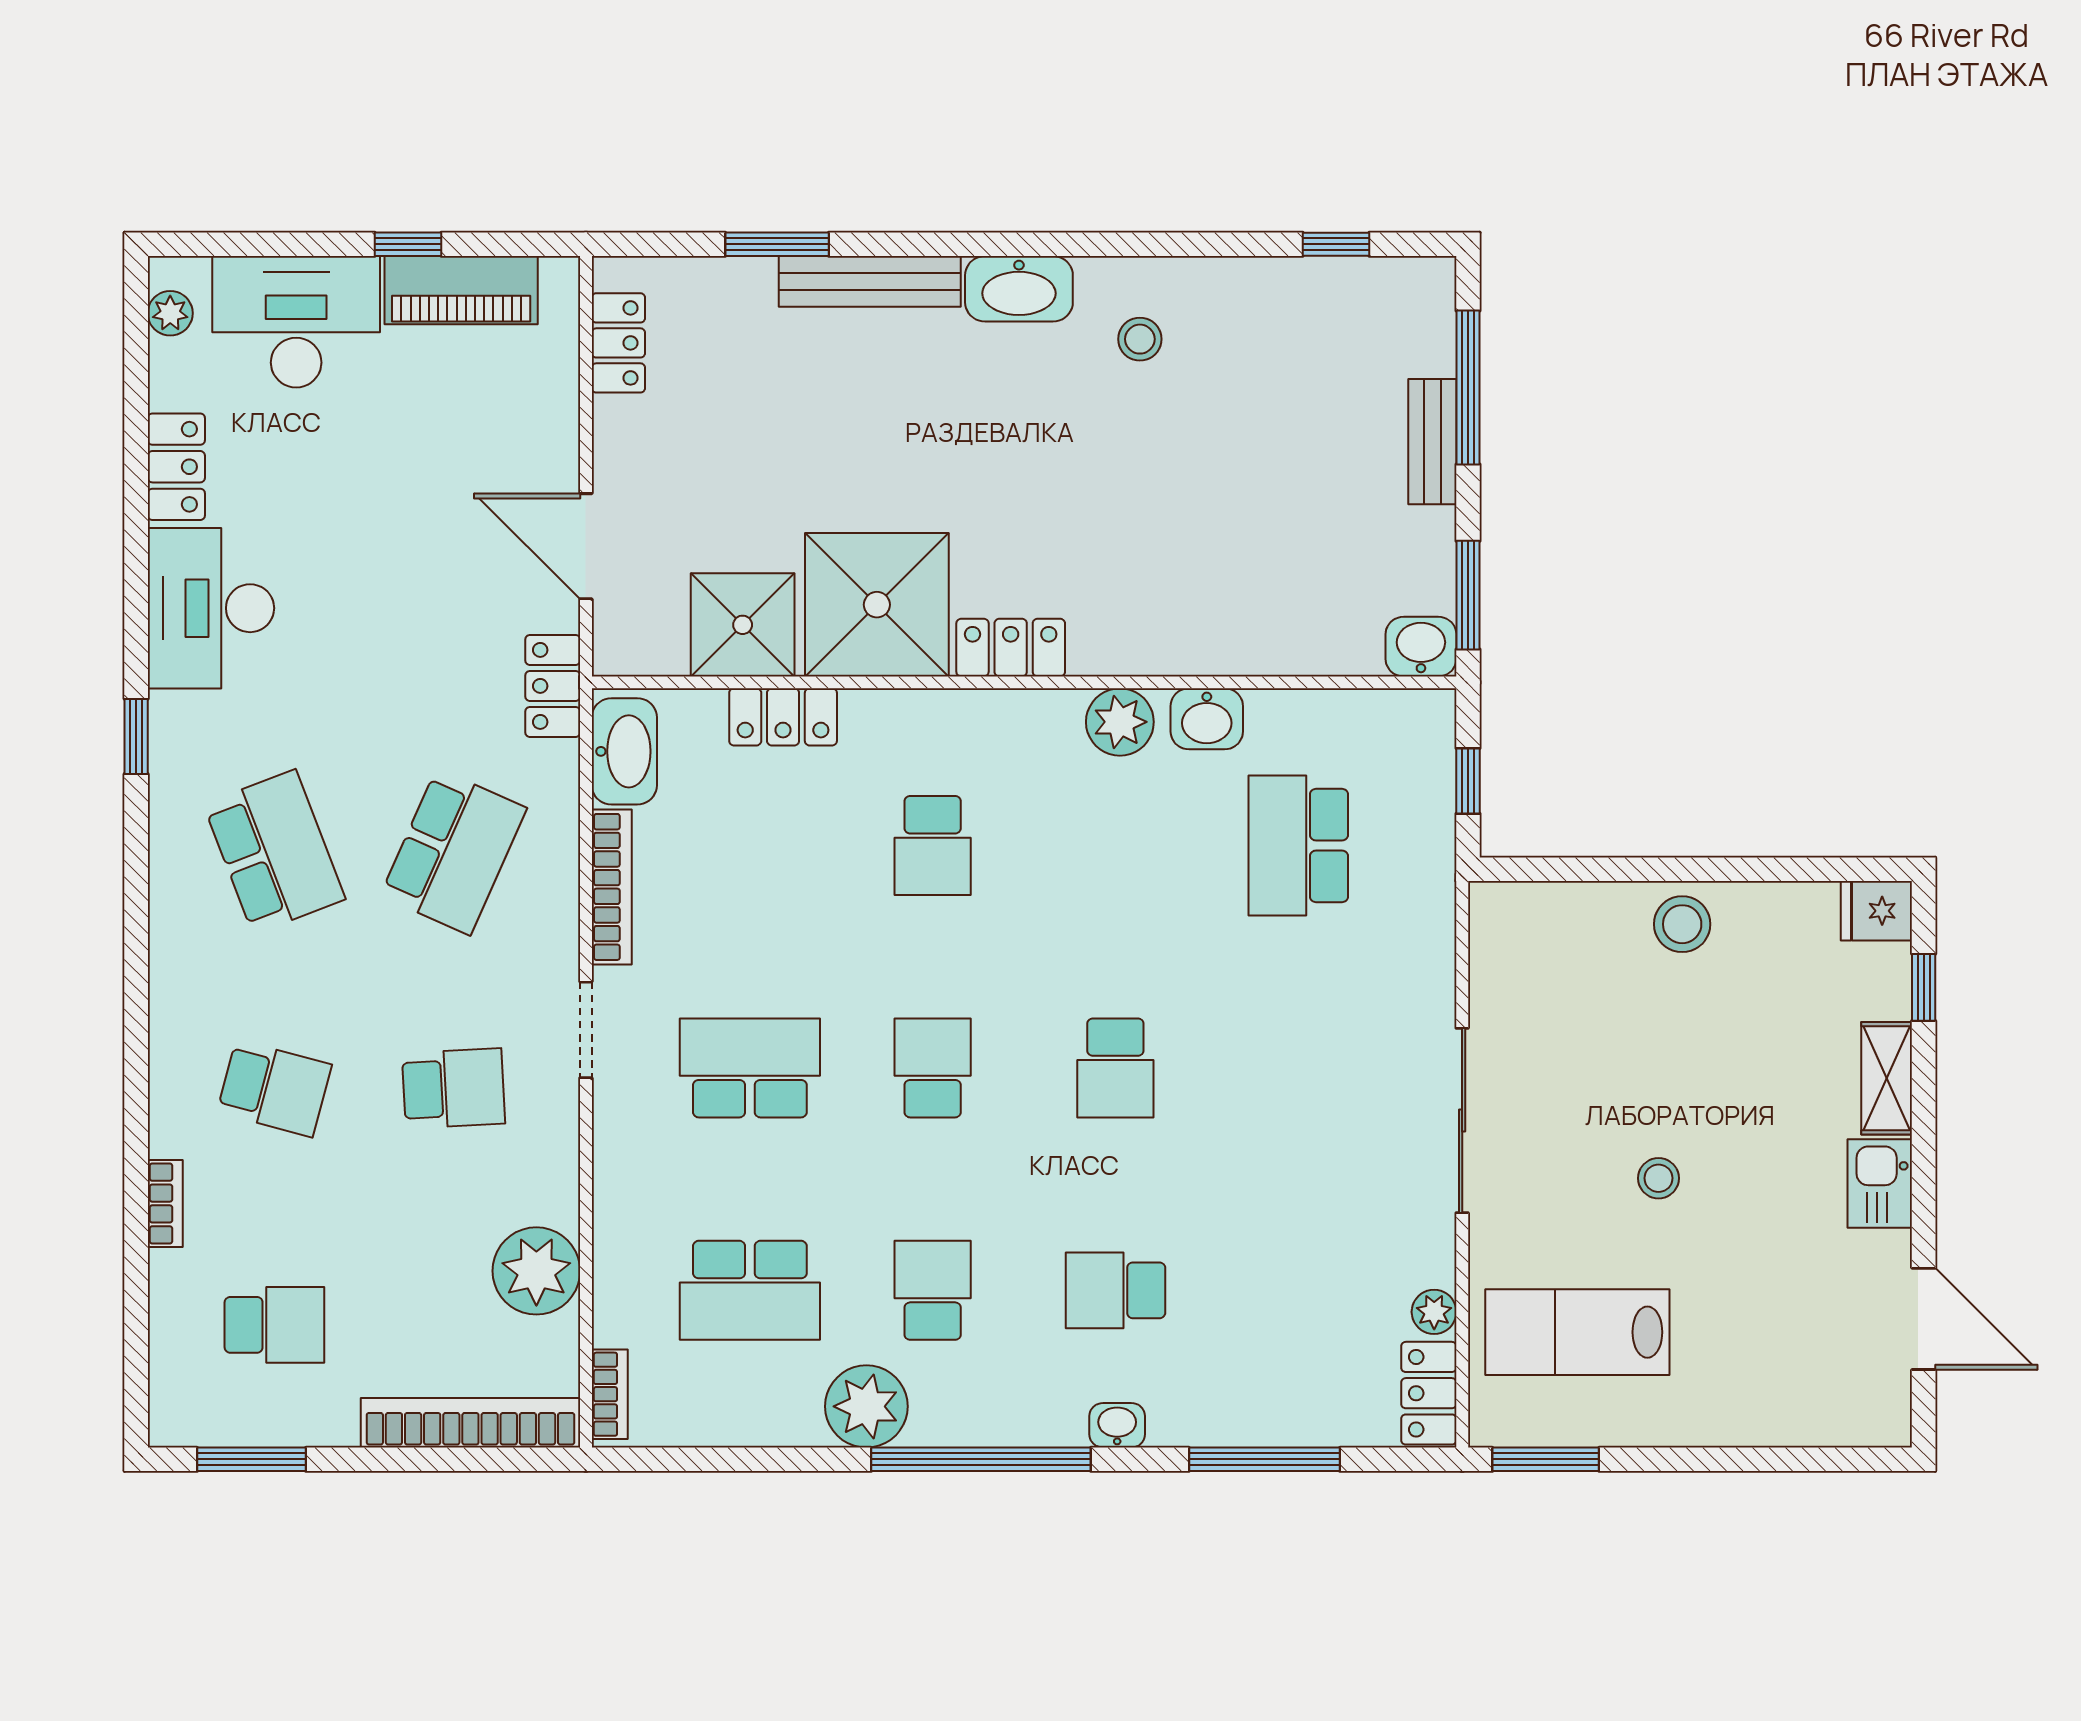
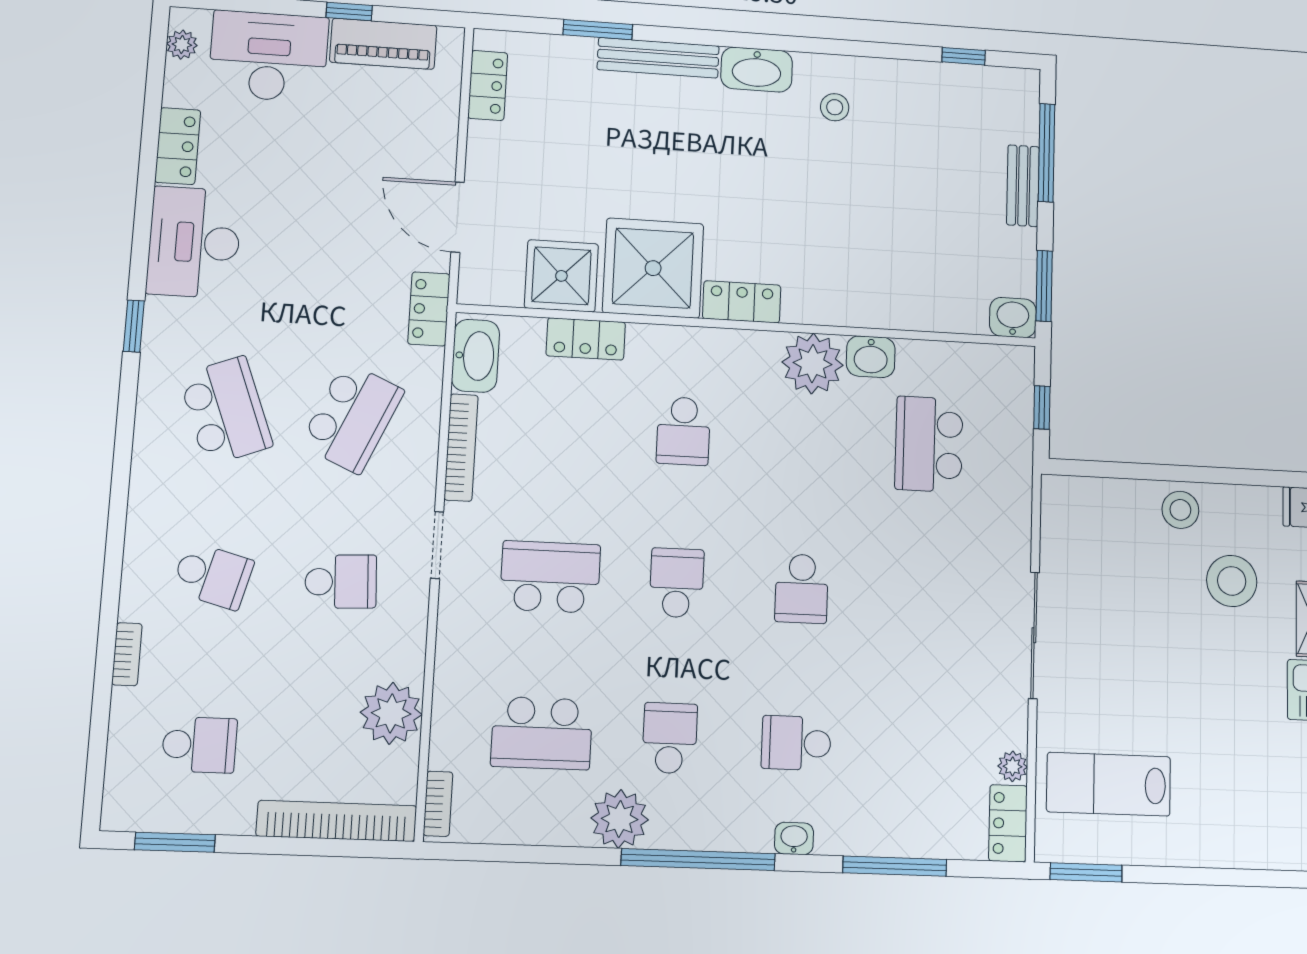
plant: (1120, 722) -> (813, 364), width x1.36, depth x1.36
stool: (1658, 1178) -> (1232, 581), moved, width x1.89, depth x1.89

